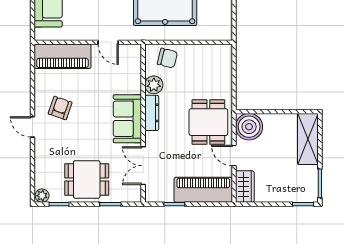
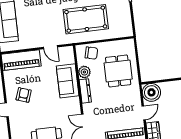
sofa: (127, 119) -> (68, 81), moved
dining table: (208, 122) -> (118, 71), moved
door: (234, 156) -> (144, 113), swing flipped

